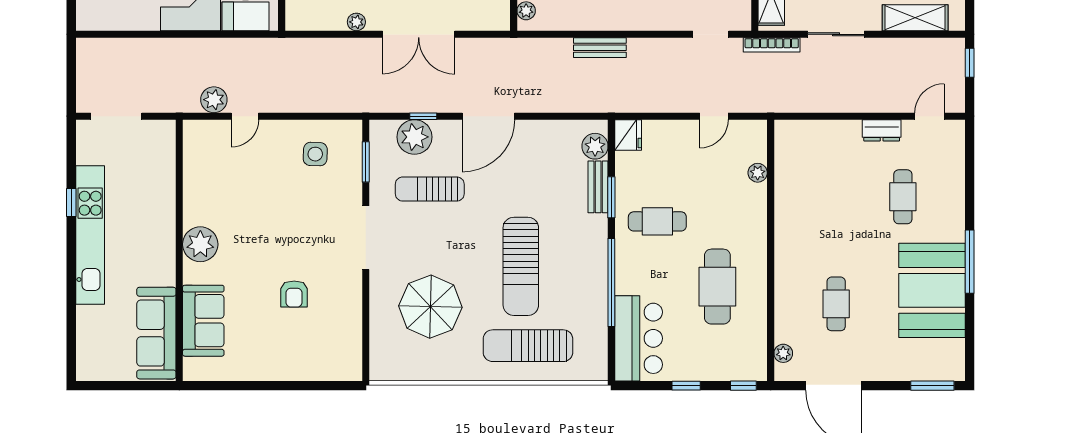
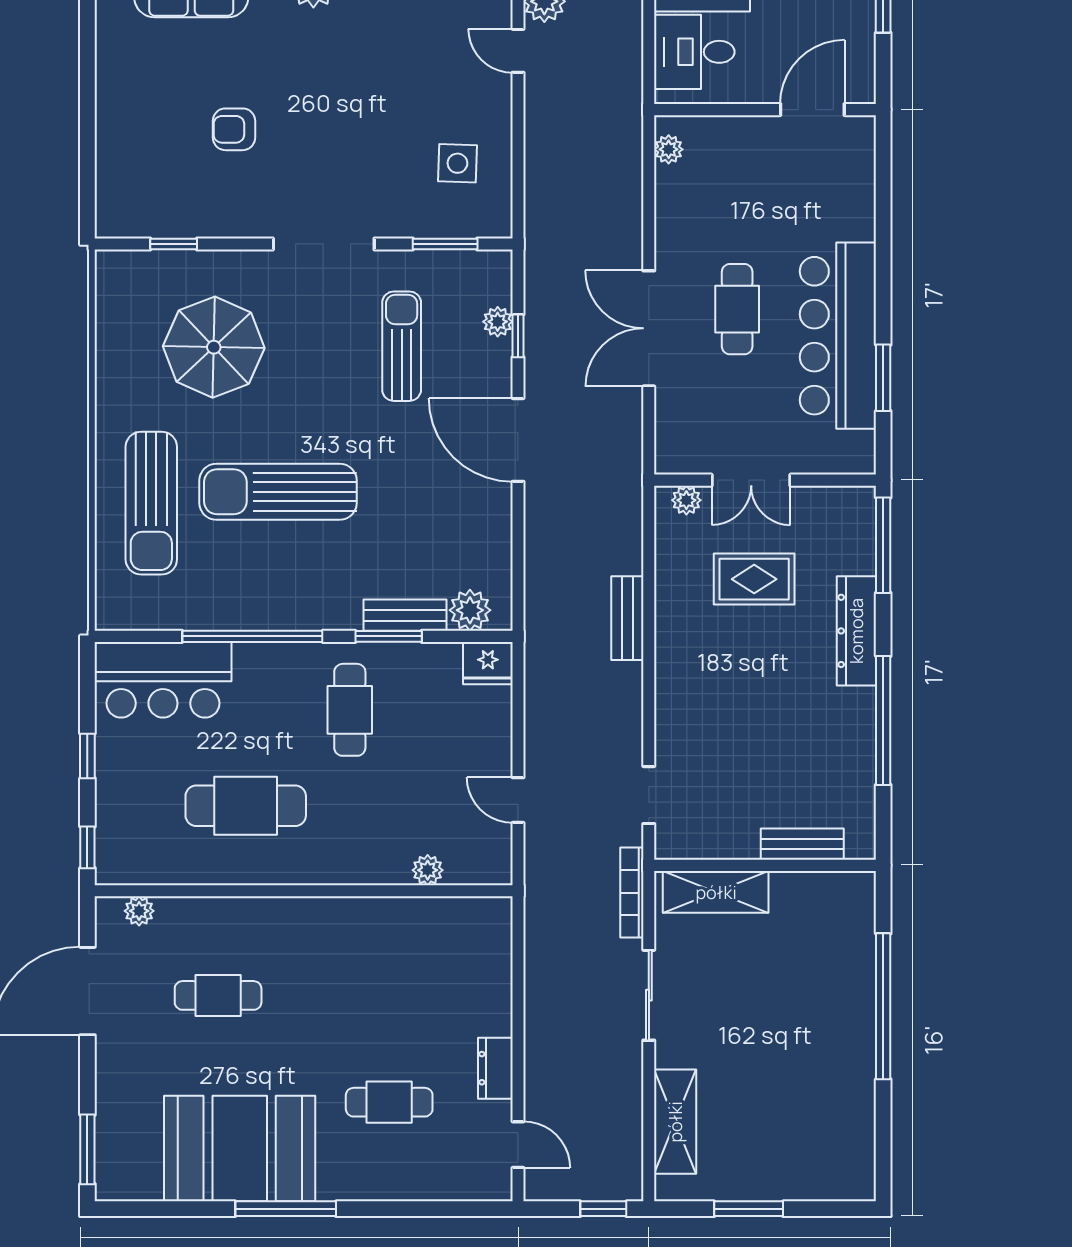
plant: (356, 22) -> (669, 149), moved
plant: (414, 137) -> (498, 322), width x0.53, depth x0.53
window: (366, 332) -> (174, 244), added
sun lounger: (528, 346) -> (151, 503), turned 180

